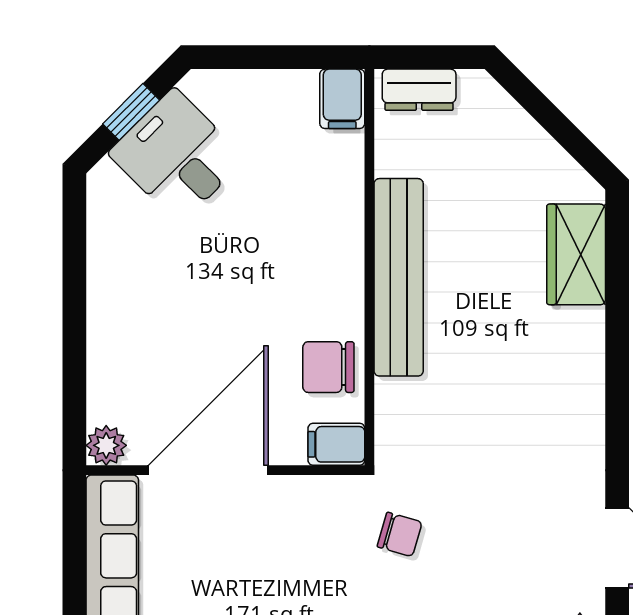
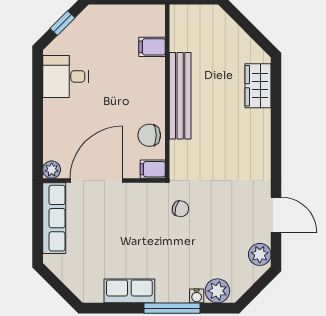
dresser: (419, 90) -> (189, 13), removed
filing cabinet: (342, 99) -> (152, 47), moved, turned 90
desk: (177, 156) -> (66, 76), moved, turned -45

